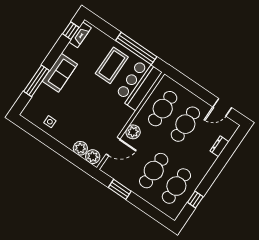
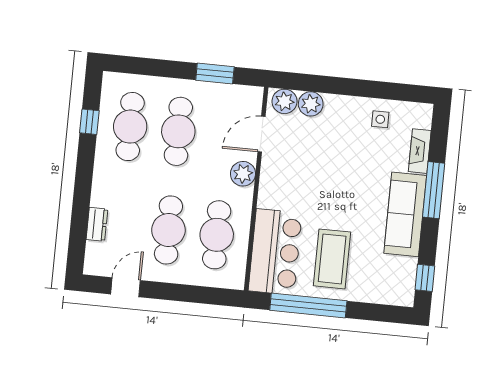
fireplace: (80, 35) -> (420, 151), moved
sofa: (60, 73) -> (405, 214), width x1.36
window: (36, 81) -> (434, 190), moved

